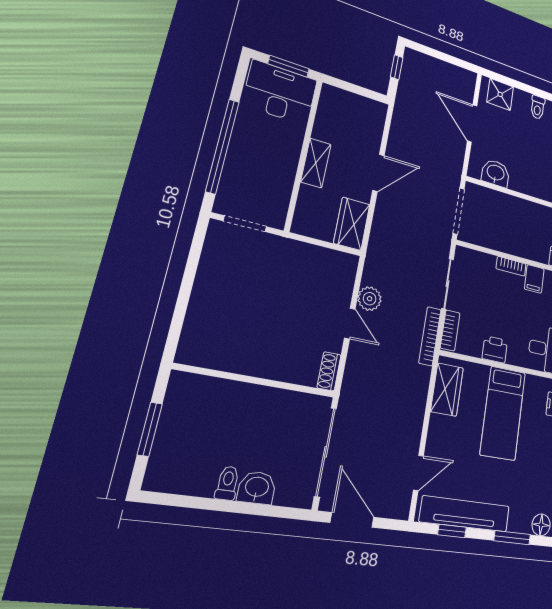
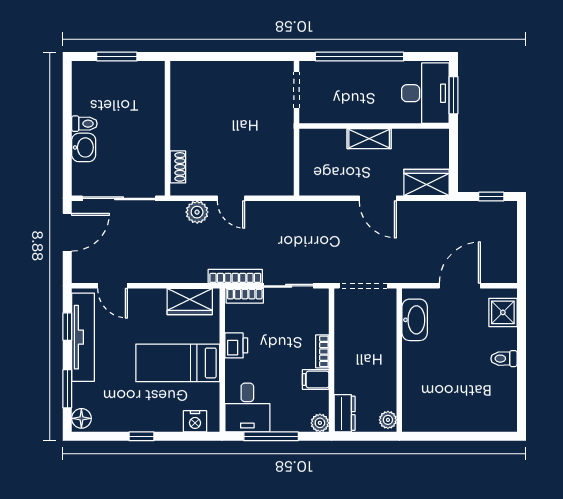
washbasin: (496, 173) -> (415, 320), width x1.38
wardrobe: (352, 224) -> (426, 182), moved
plant: (370, 299) -> (197, 212), moved
door: (350, 323) -> (231, 198), hinge flipped
shoe rack: (329, 371) -> (178, 167), moved, turned 90

